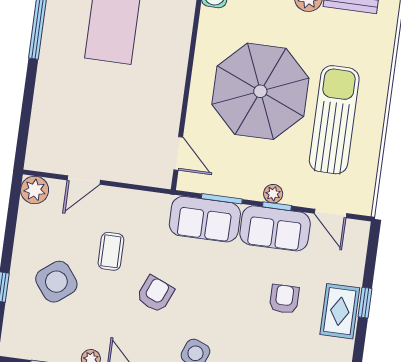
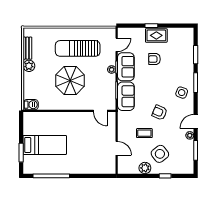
parasol: (260, 91) -> (70, 80), width x0.73, depth x0.73
door: (178, 153) -> (100, 111), swing flipped
plant: (35, 190) -> (145, 168), moved

